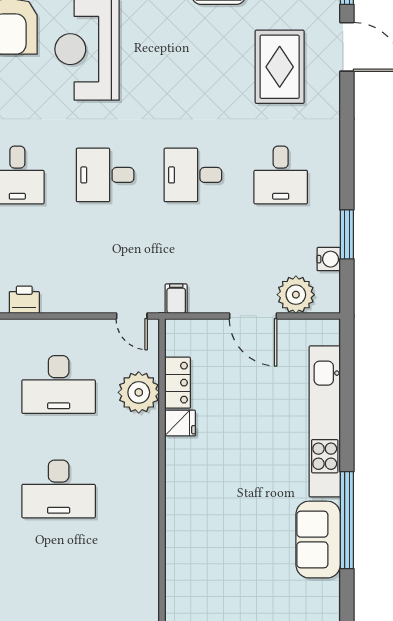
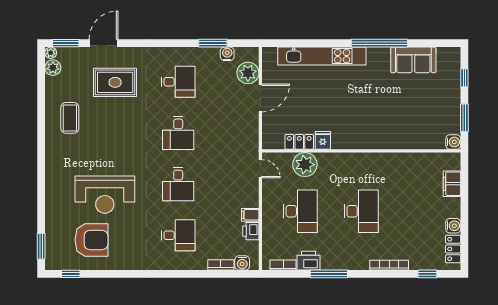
filing cabinet: (176, 299) -> (250, 215), moved
door: (132, 316) -> (260, 169), hinge flipped
sofa: (318, 540) -> (413, 60), moved

